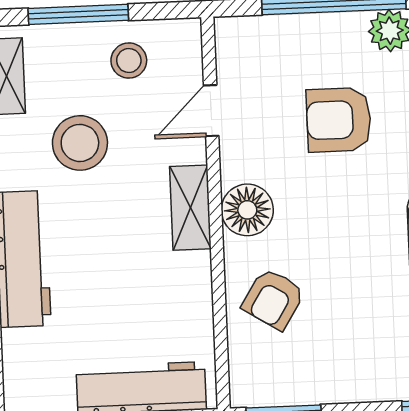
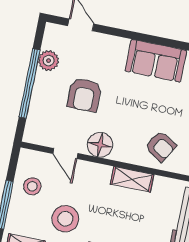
shelving: (190, 208) -> (132, 179), moved
floor lamp: (247, 210) -> (100, 145), moved

